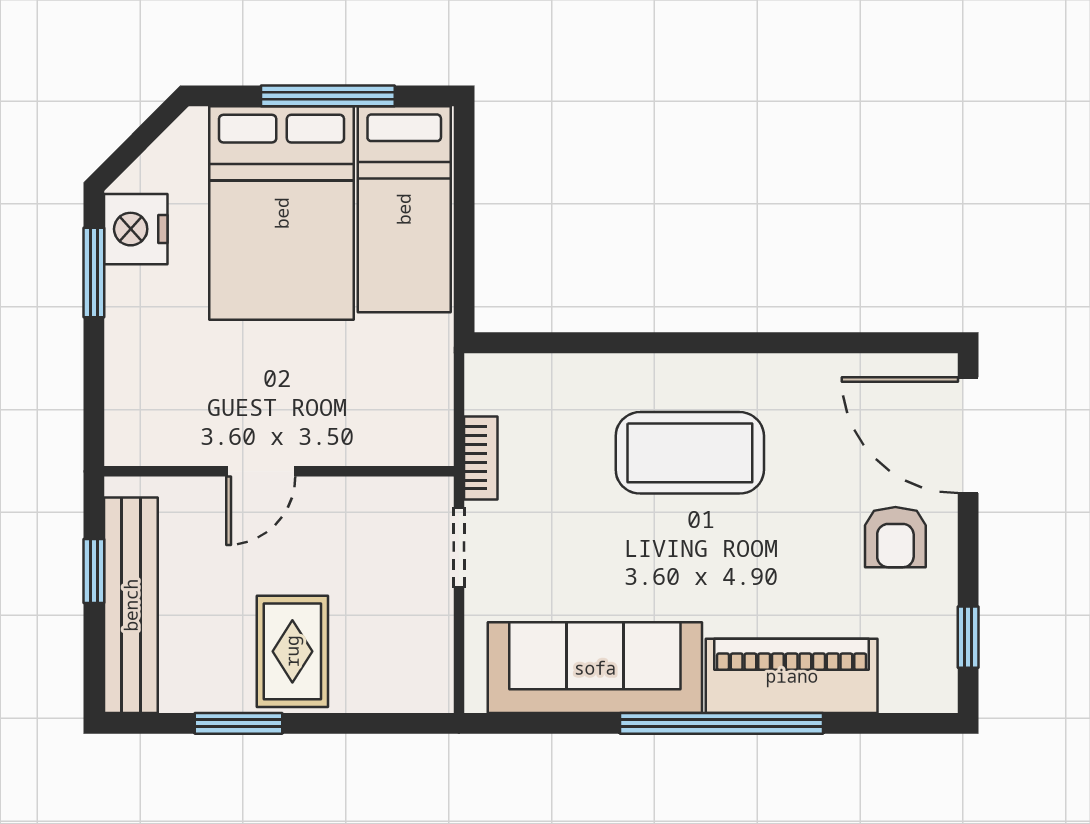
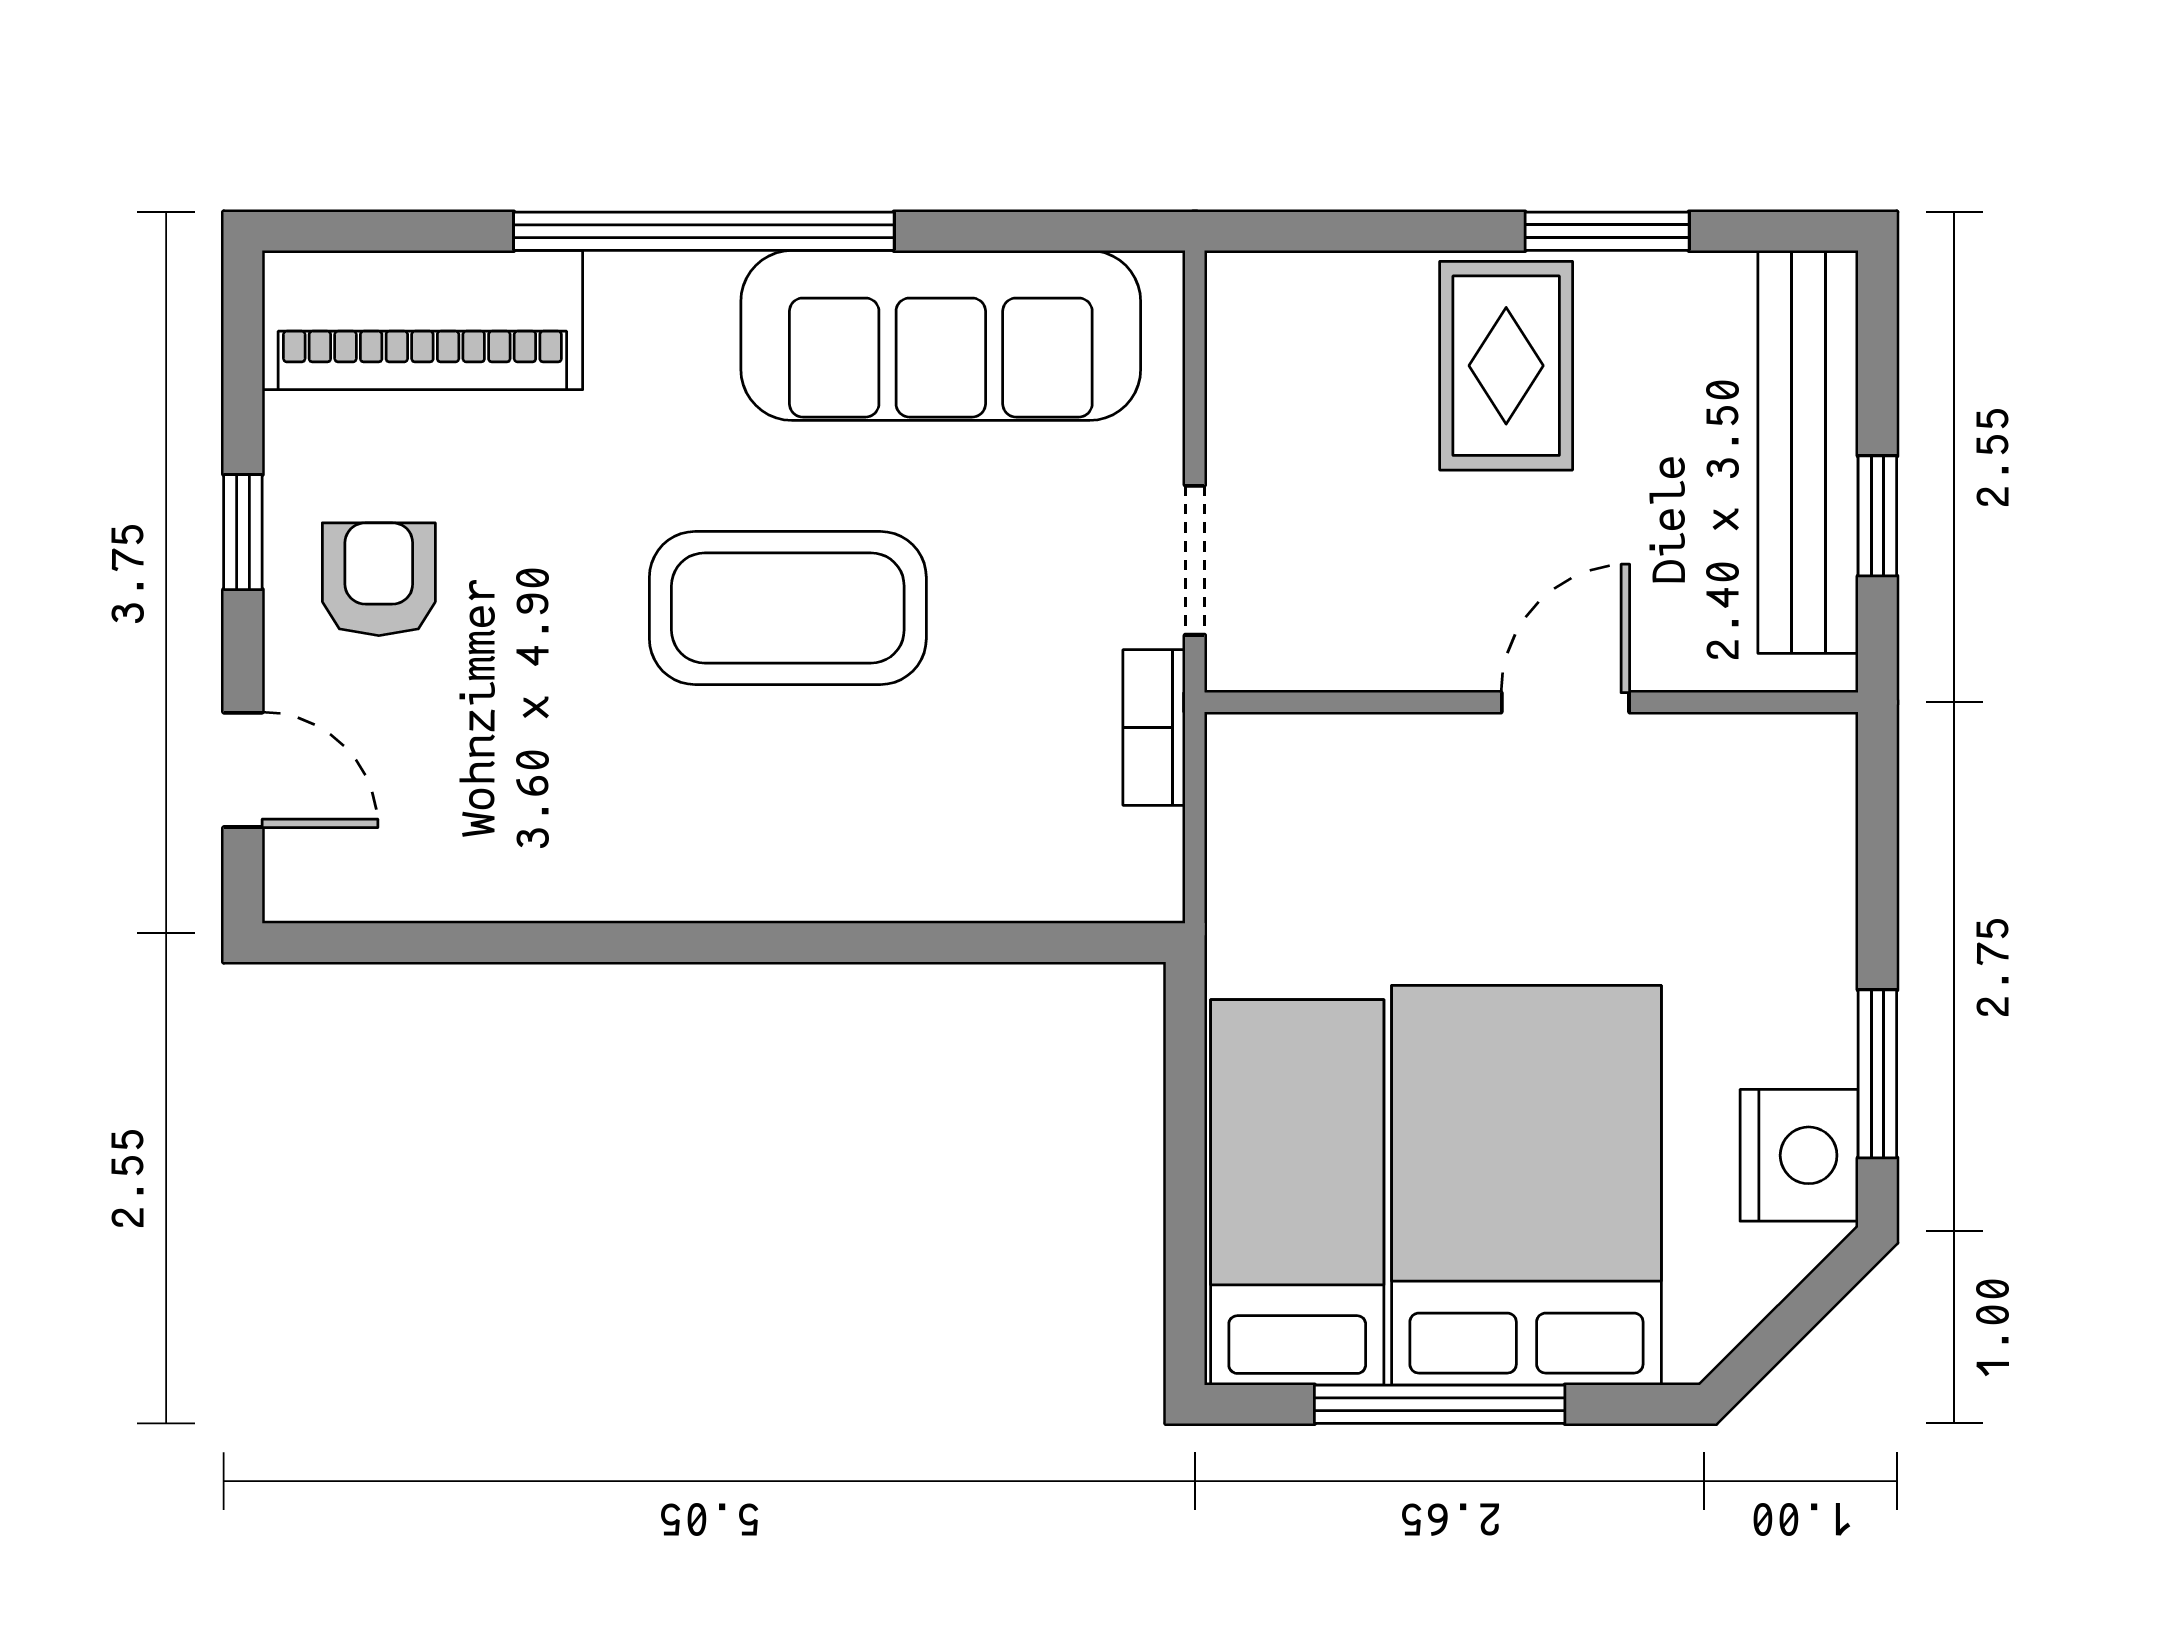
door: (968, 435) -> (243, 770), width x0.53
coffee table: (690, 453) -> (788, 608), moved
window: (968, 637) -> (243, 532), moved
piano: (792, 676) -> (422, 320), moved

